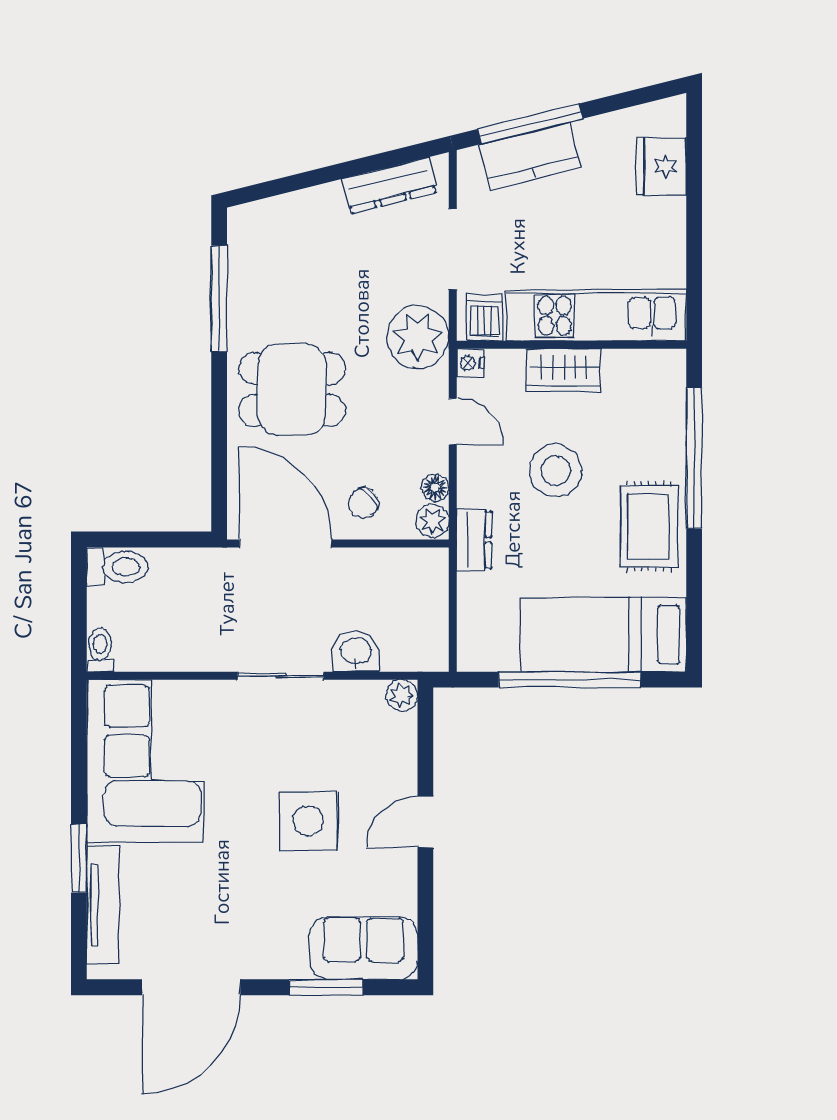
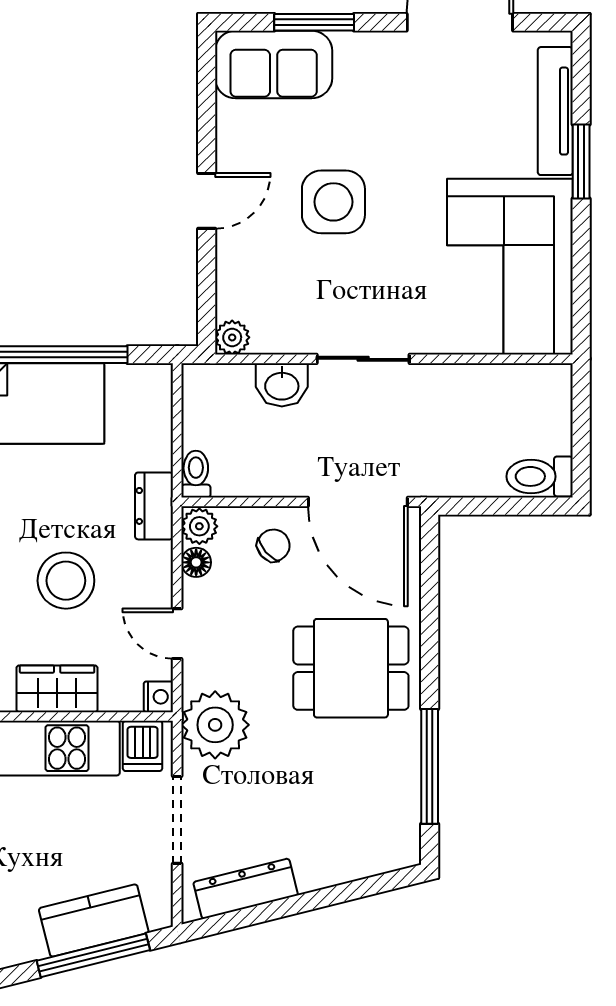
toilet: (100, 650) -> (196, 474), moved, turned 180

